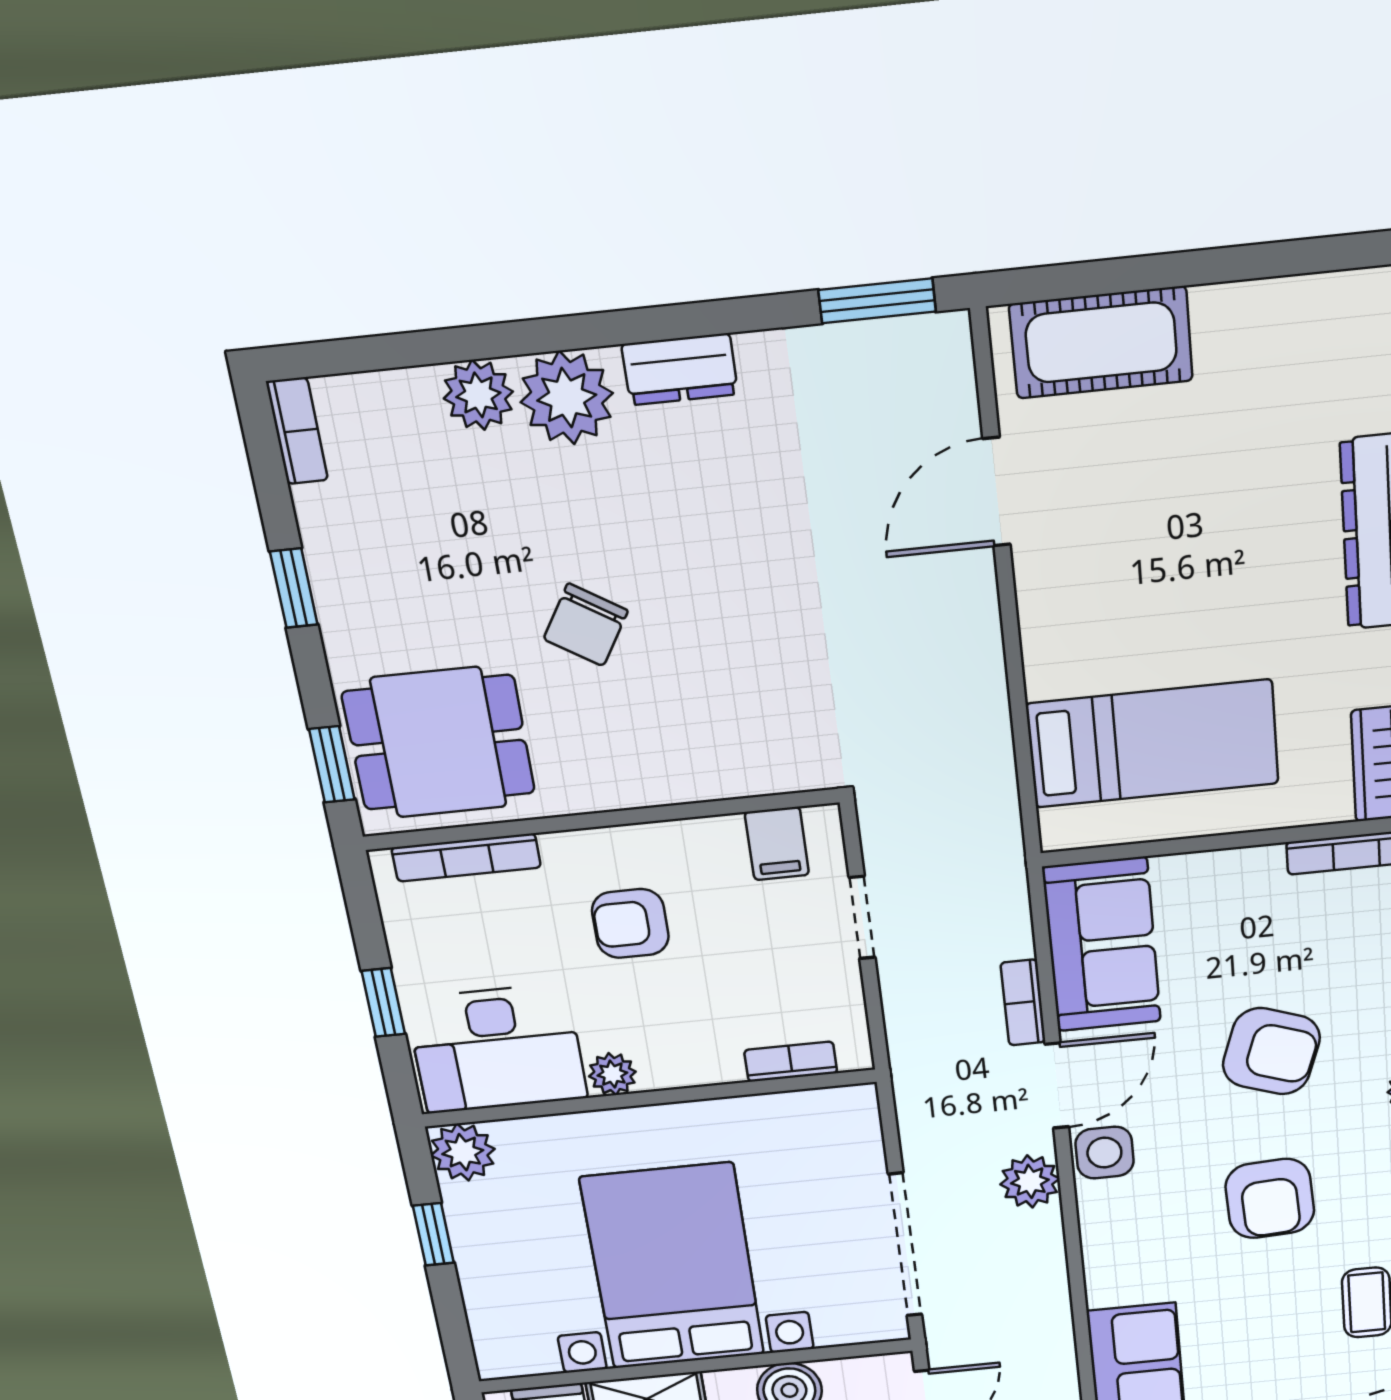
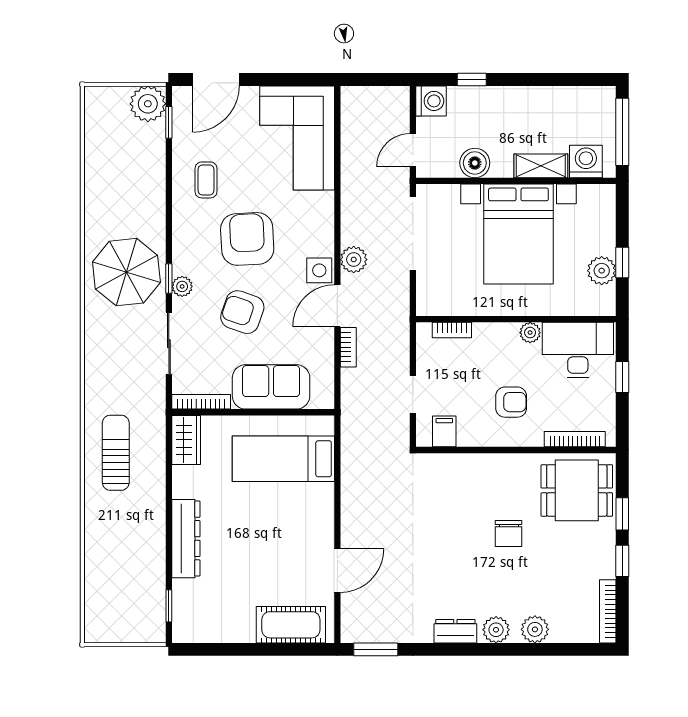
plant: (567, 398) -> (496, 630), width x0.73, depth x0.73
bookcase: (297, 431) -> (608, 611), width x1.56
chair: (586, 625) -> (509, 534), turned 148
window: (332, 764) -> (622, 514), moved
sofa: (1102, 945) -> (271, 387), moved, turned 90
plant: (463, 1152) -> (602, 271), moved
armchair: (1270, 1199) -> (247, 239), width x1.36, depth x1.36

